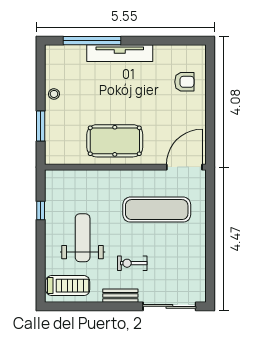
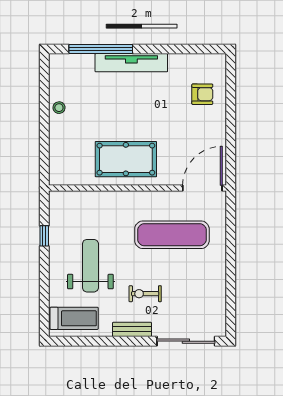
window: (41, 126) -> (44, 143), removed

